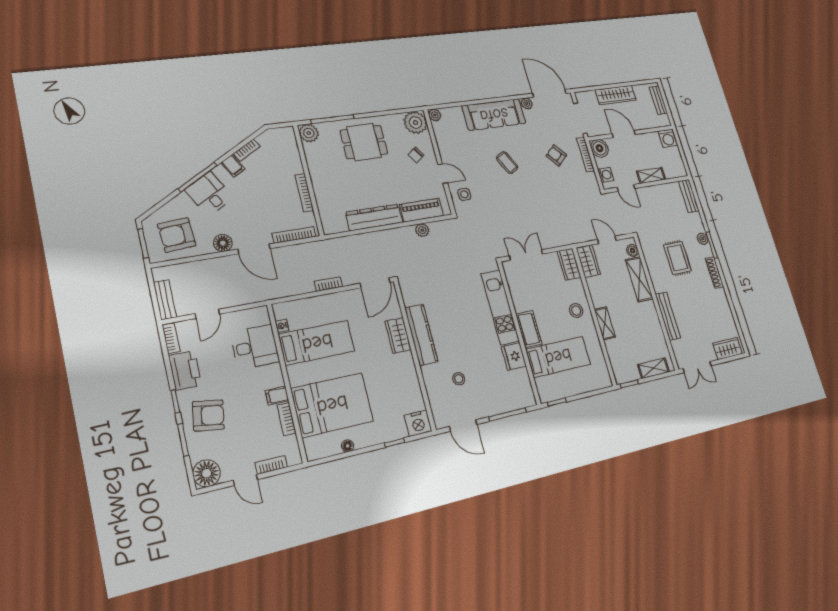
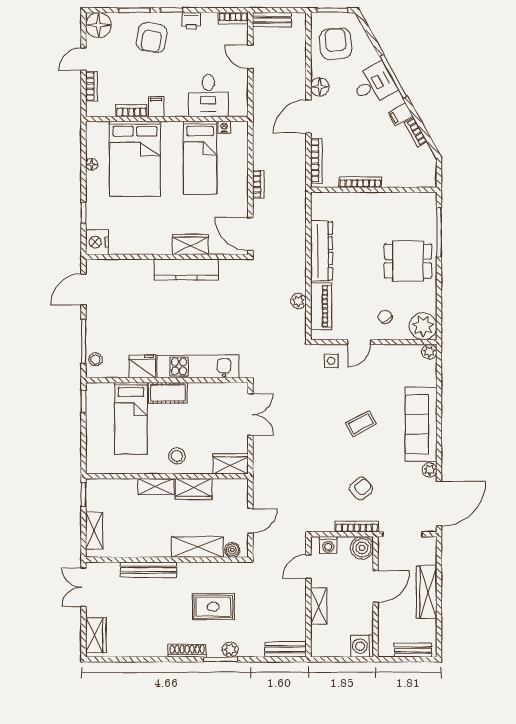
plant: (309, 133) -> (426, 202), removed
dining table: (364, 142) -> (408, 261), turned 90
wardrobe: (588, 261) -> (194, 489), moved
printer: (185, 370) -> (191, 21), width x0.53, depth x0.68
stool: (459, 379) -> (95, 359), moved

